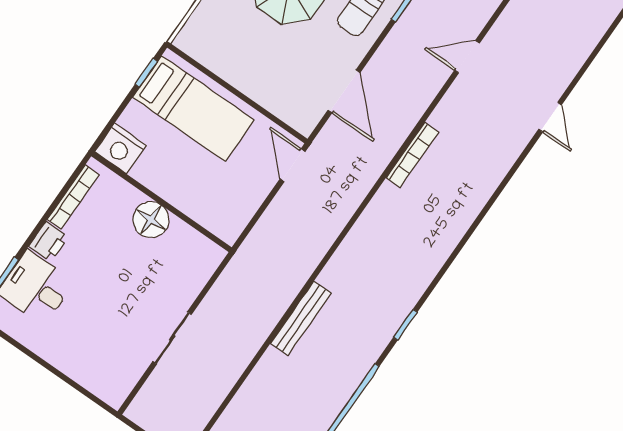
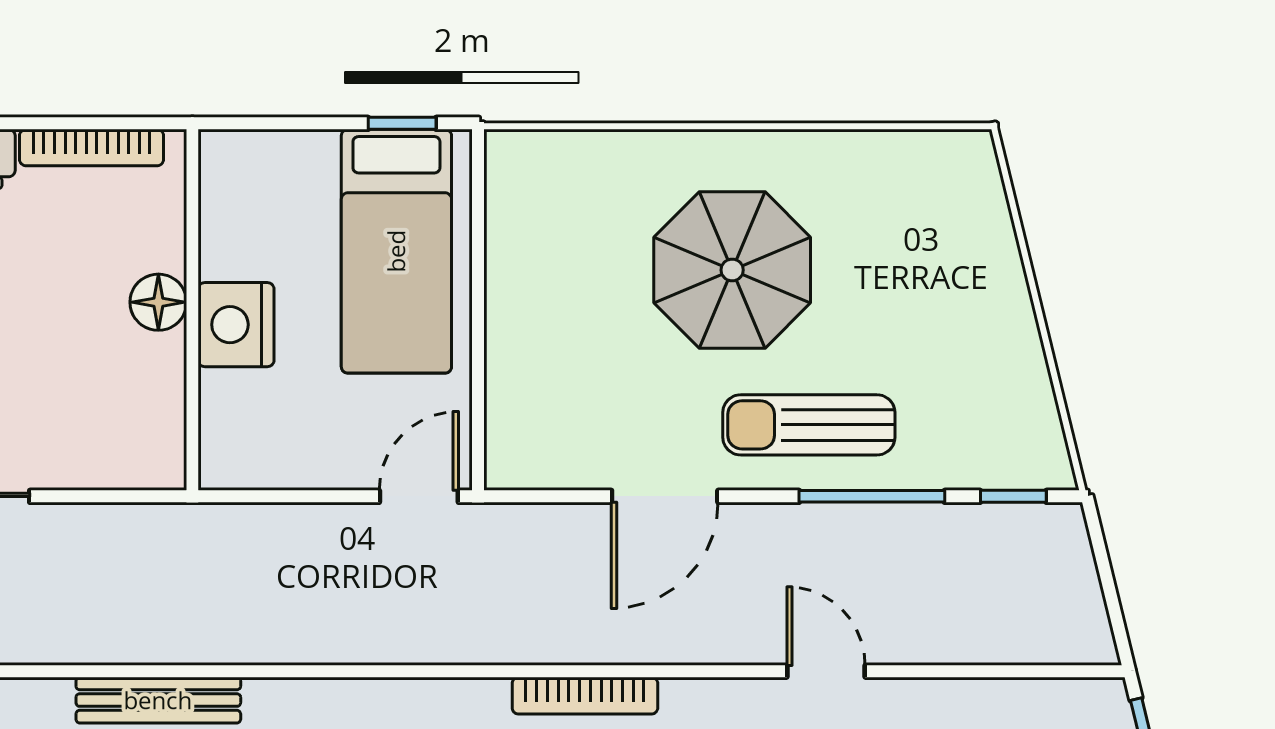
door: (344, 91) -> (665, 496), moved
nightstand: (121, 148) -> (236, 325), moved
floor lamp: (151, 220) -> (158, 302), width x0.73, depth x0.73

